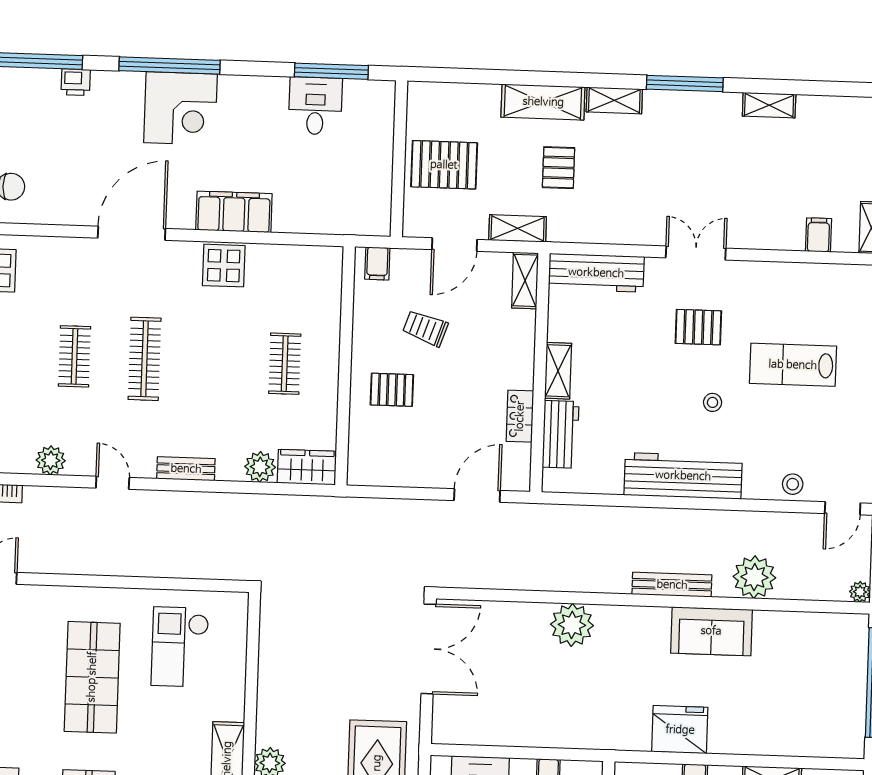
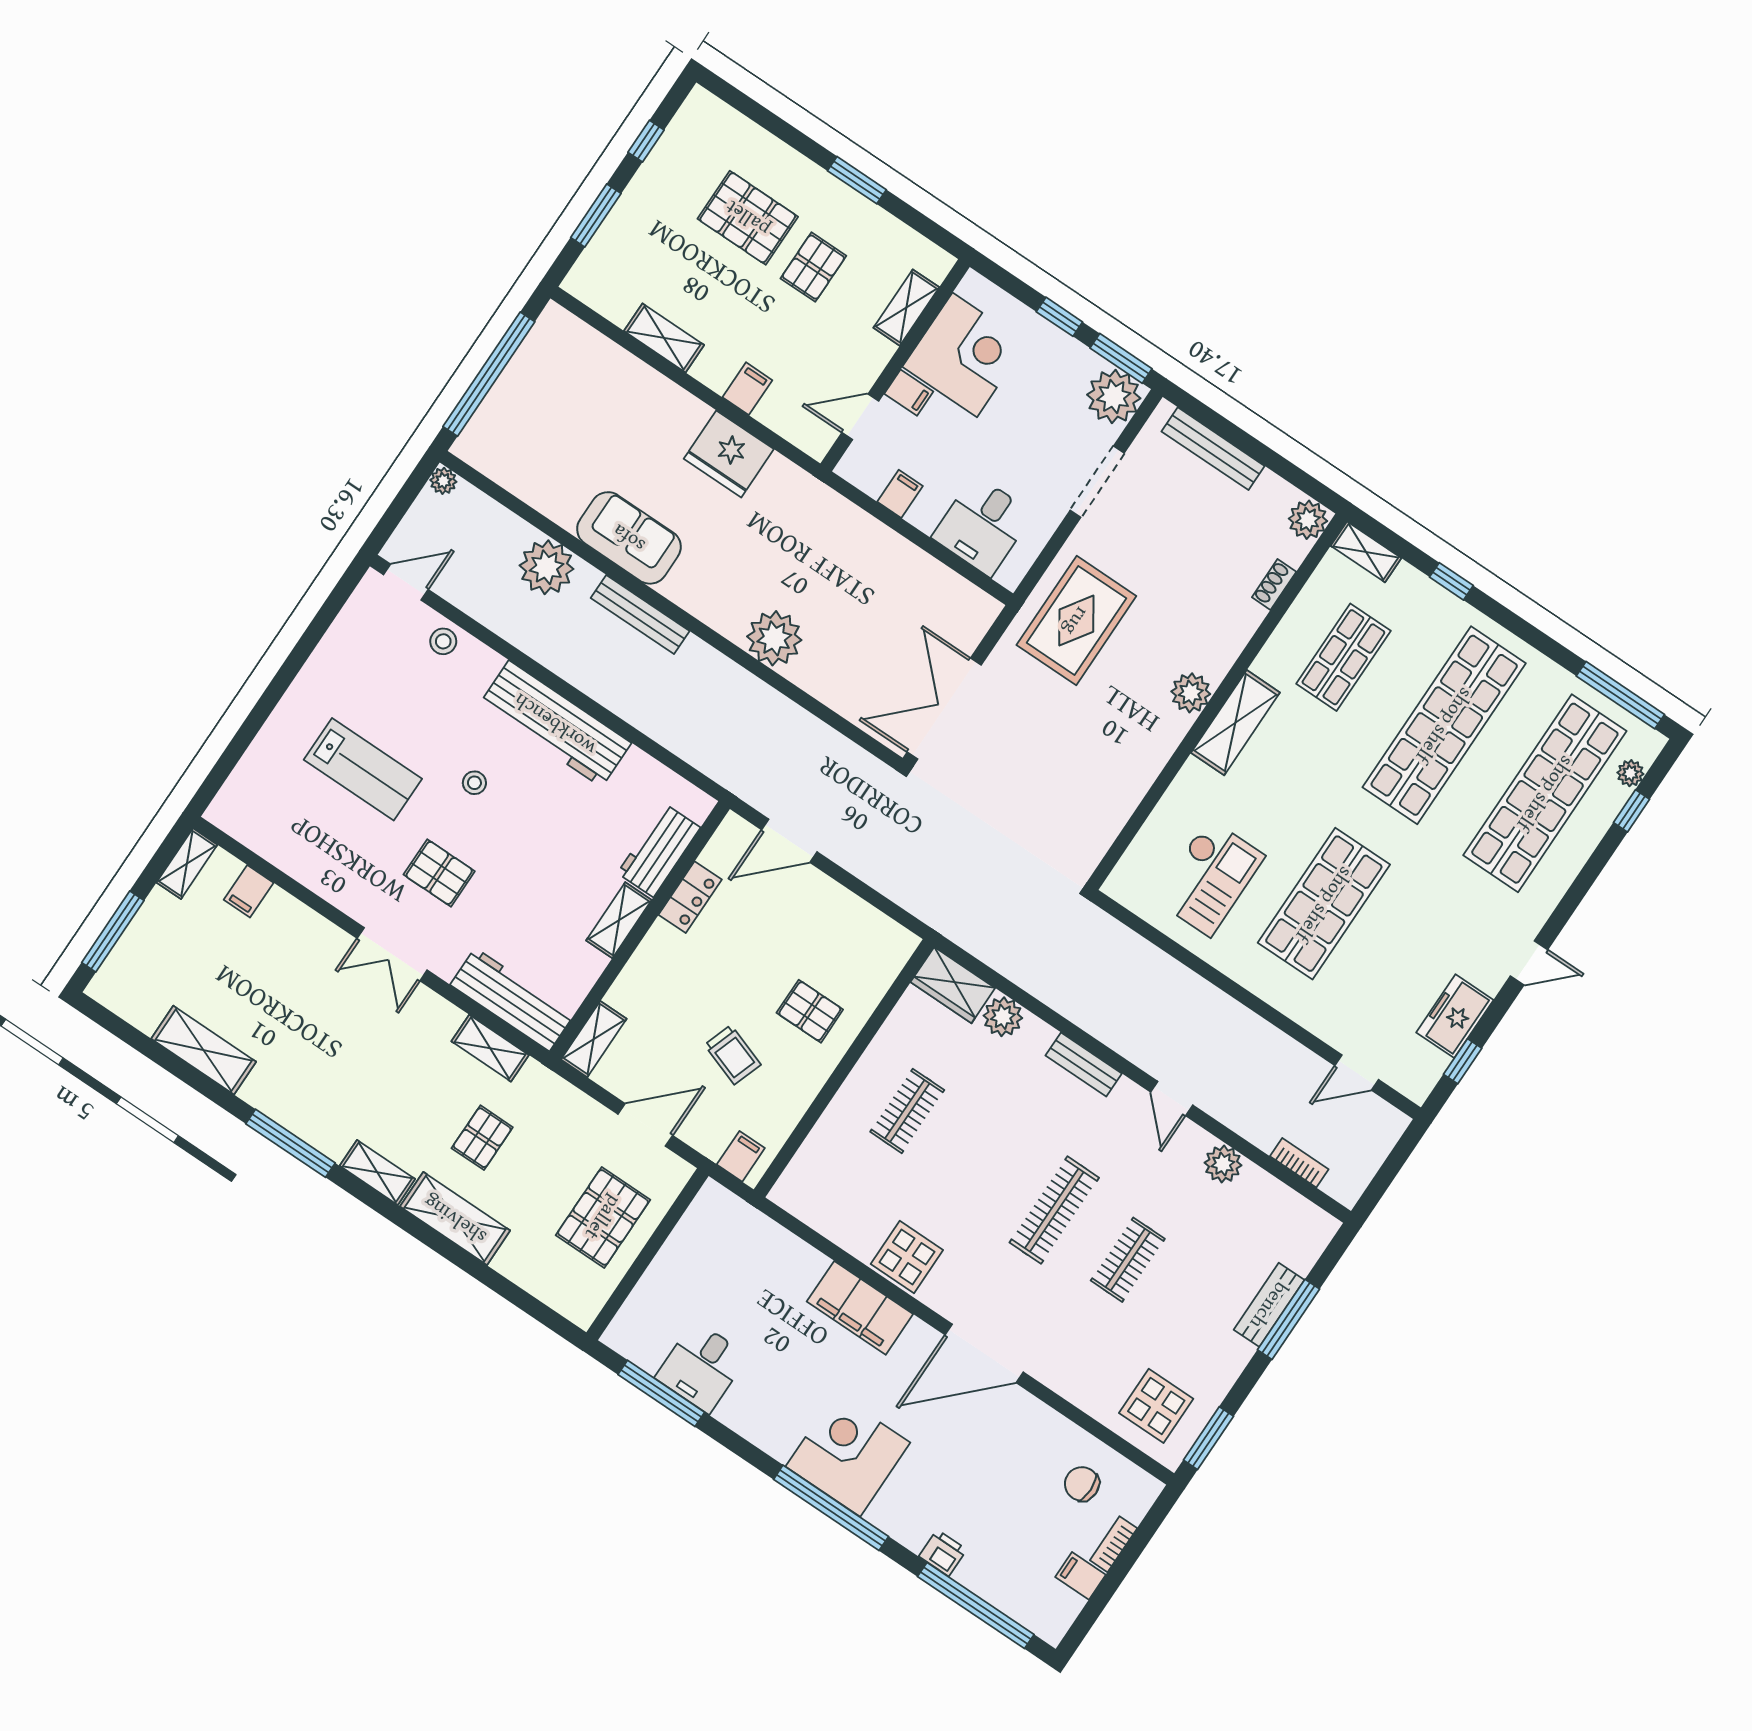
shelving: (769, 105) -> (204, 1050), width x1.50, depth x1.33
pallet: (444, 165) -> (603, 1217), turned 90
shelving: (518, 228) -> (490, 1048), moved

